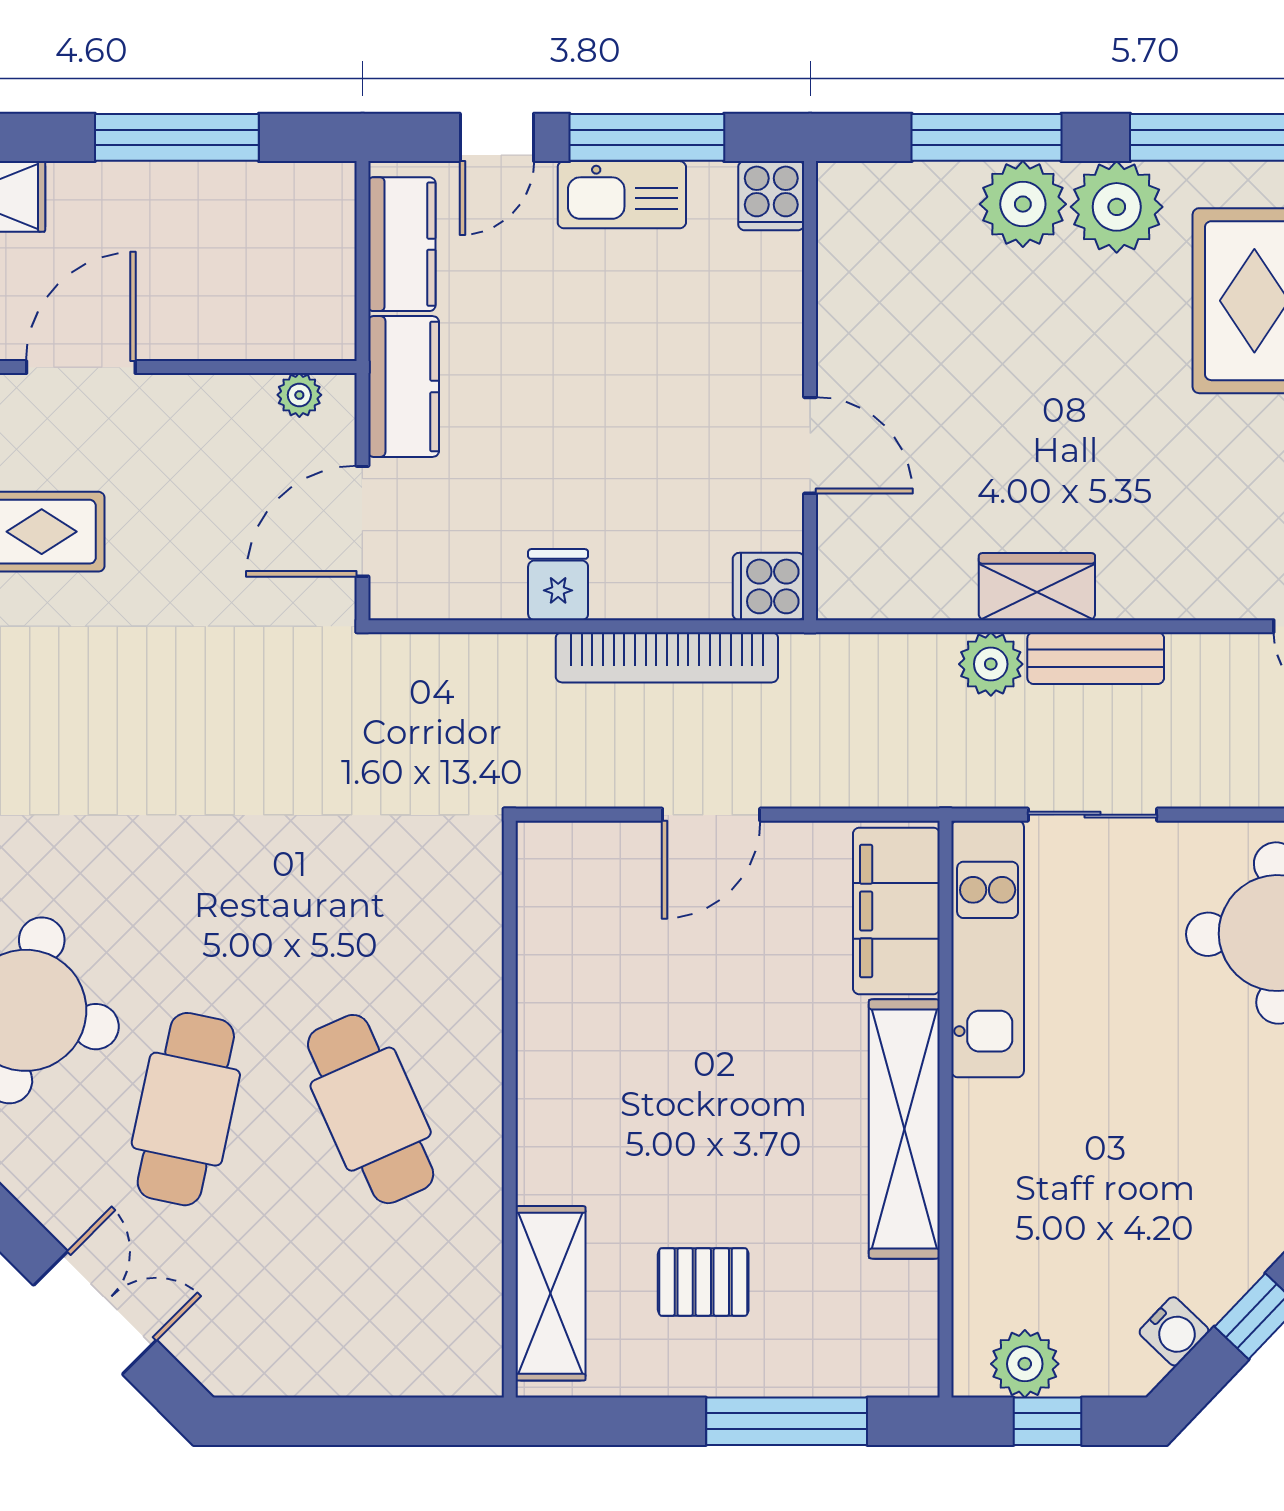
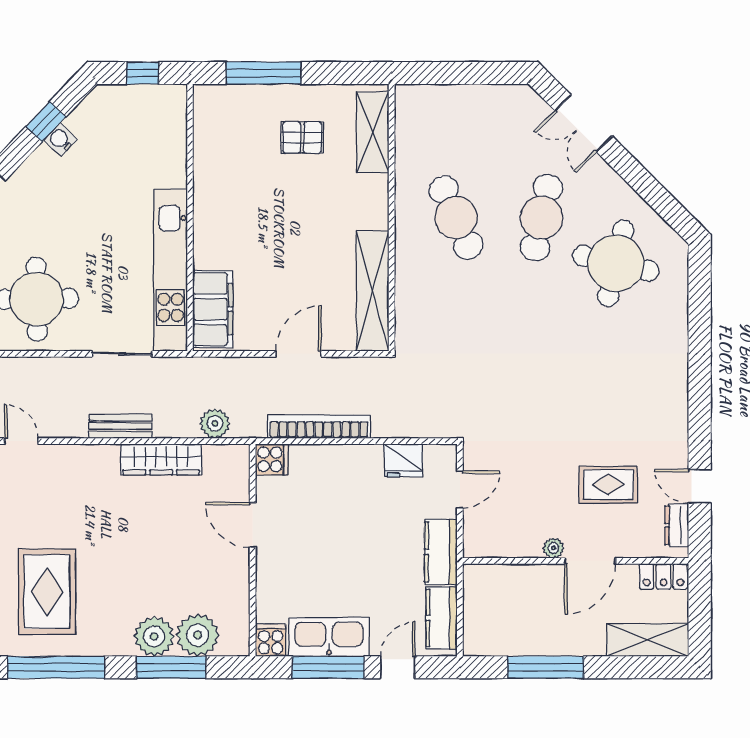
kitchen sink: (622, 195) -> (329, 637), width x1.36, depth x1.24
plant: (1117, 207) -> (198, 635), moved
plant: (299, 395) -> (553, 548), moved
door: (362, 521) -> (460, 490), width x0.73
fridge: (558, 585) -> (403, 460), moved, width x1.38
wardrobe: (1037, 587) -> (161, 459), width x1.50
plant: (991, 664) -> (215, 424), moved
kitchen unit: (988, 949) -> (171, 270), width x1.36
shelving: (904, 1129) -> (373, 291), moved
water cooler: (1174, 1331) -> (60, 140), moved
plant: (1025, 1364) -> (153, 100), removed

